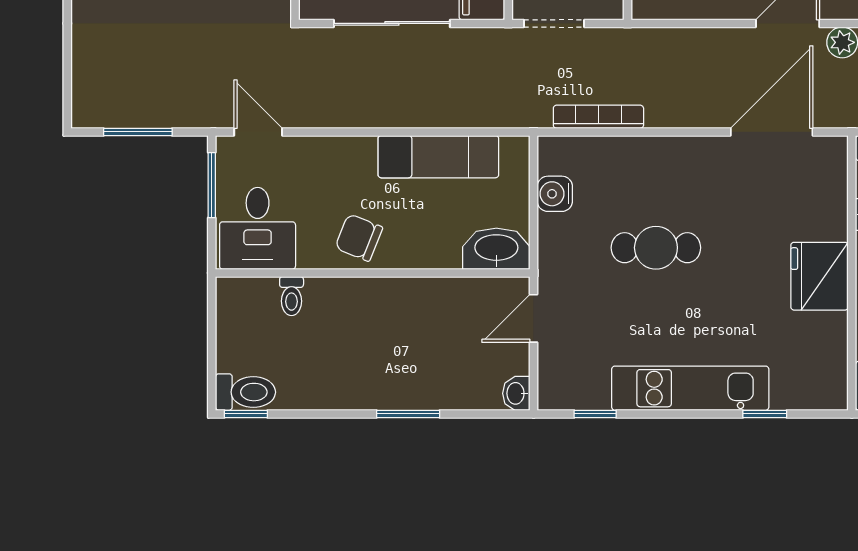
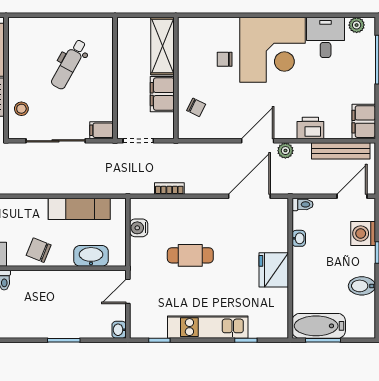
bookcase: (598, 117) -> (169, 188), width x0.64
washbasin: (496, 249) -> (91, 256), moved

